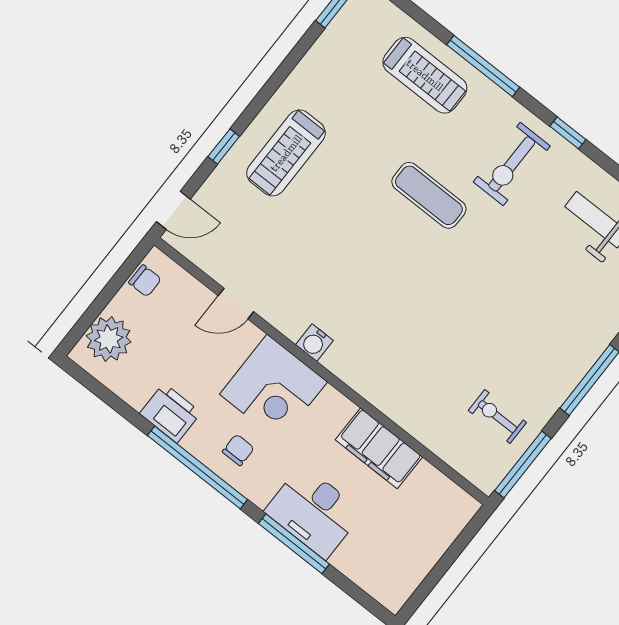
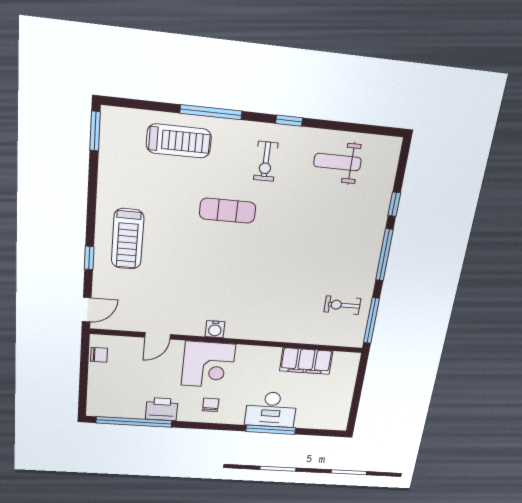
exercise bike: (512, 164) -> (266, 161), width x0.73, depth x0.72
plant: (109, 339) -> (102, 394), removed
filing cabinet: (379, 448) -> (306, 361), moved
window: (197, 468) -> (134, 422), moved

